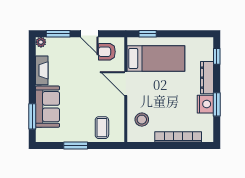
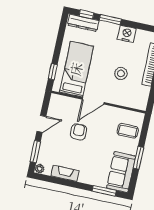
armchair: (107, 52) -> (79, 132), moved, turned 180
dresser: (207, 78) -> (83, 23), moved
window: (217, 104) -> (110, 20), moved
sofa: (47, 107) -> (121, 172), moved, turned -90
stool: (142, 120) -> (121, 73), moved

